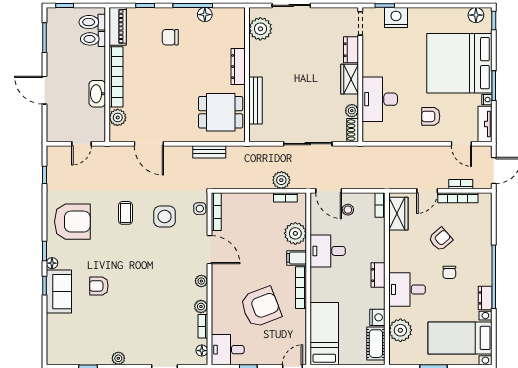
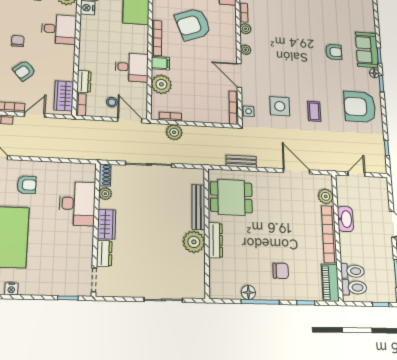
nightstand: (396, 18) -> (11, 289), moved, width x0.53, depth x0.56
plant: (260, 29) -> (194, 242), moved
dresser: (378, 275) -> (84, 82), moved

